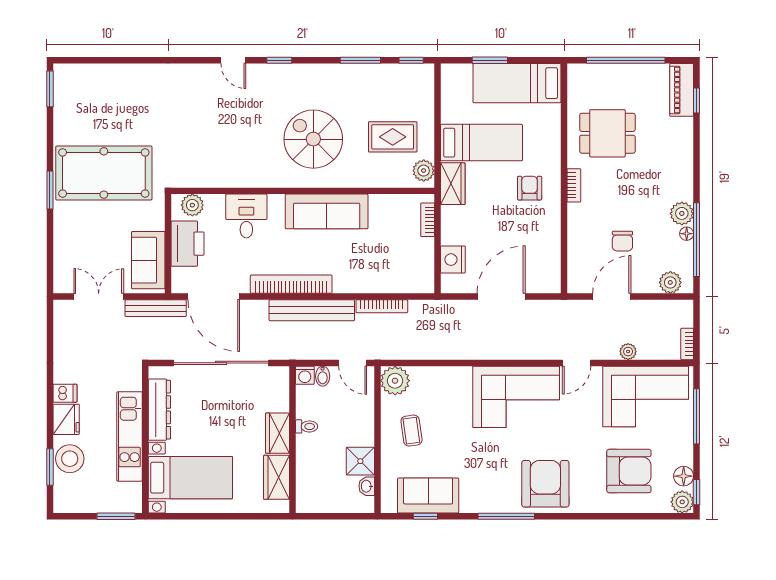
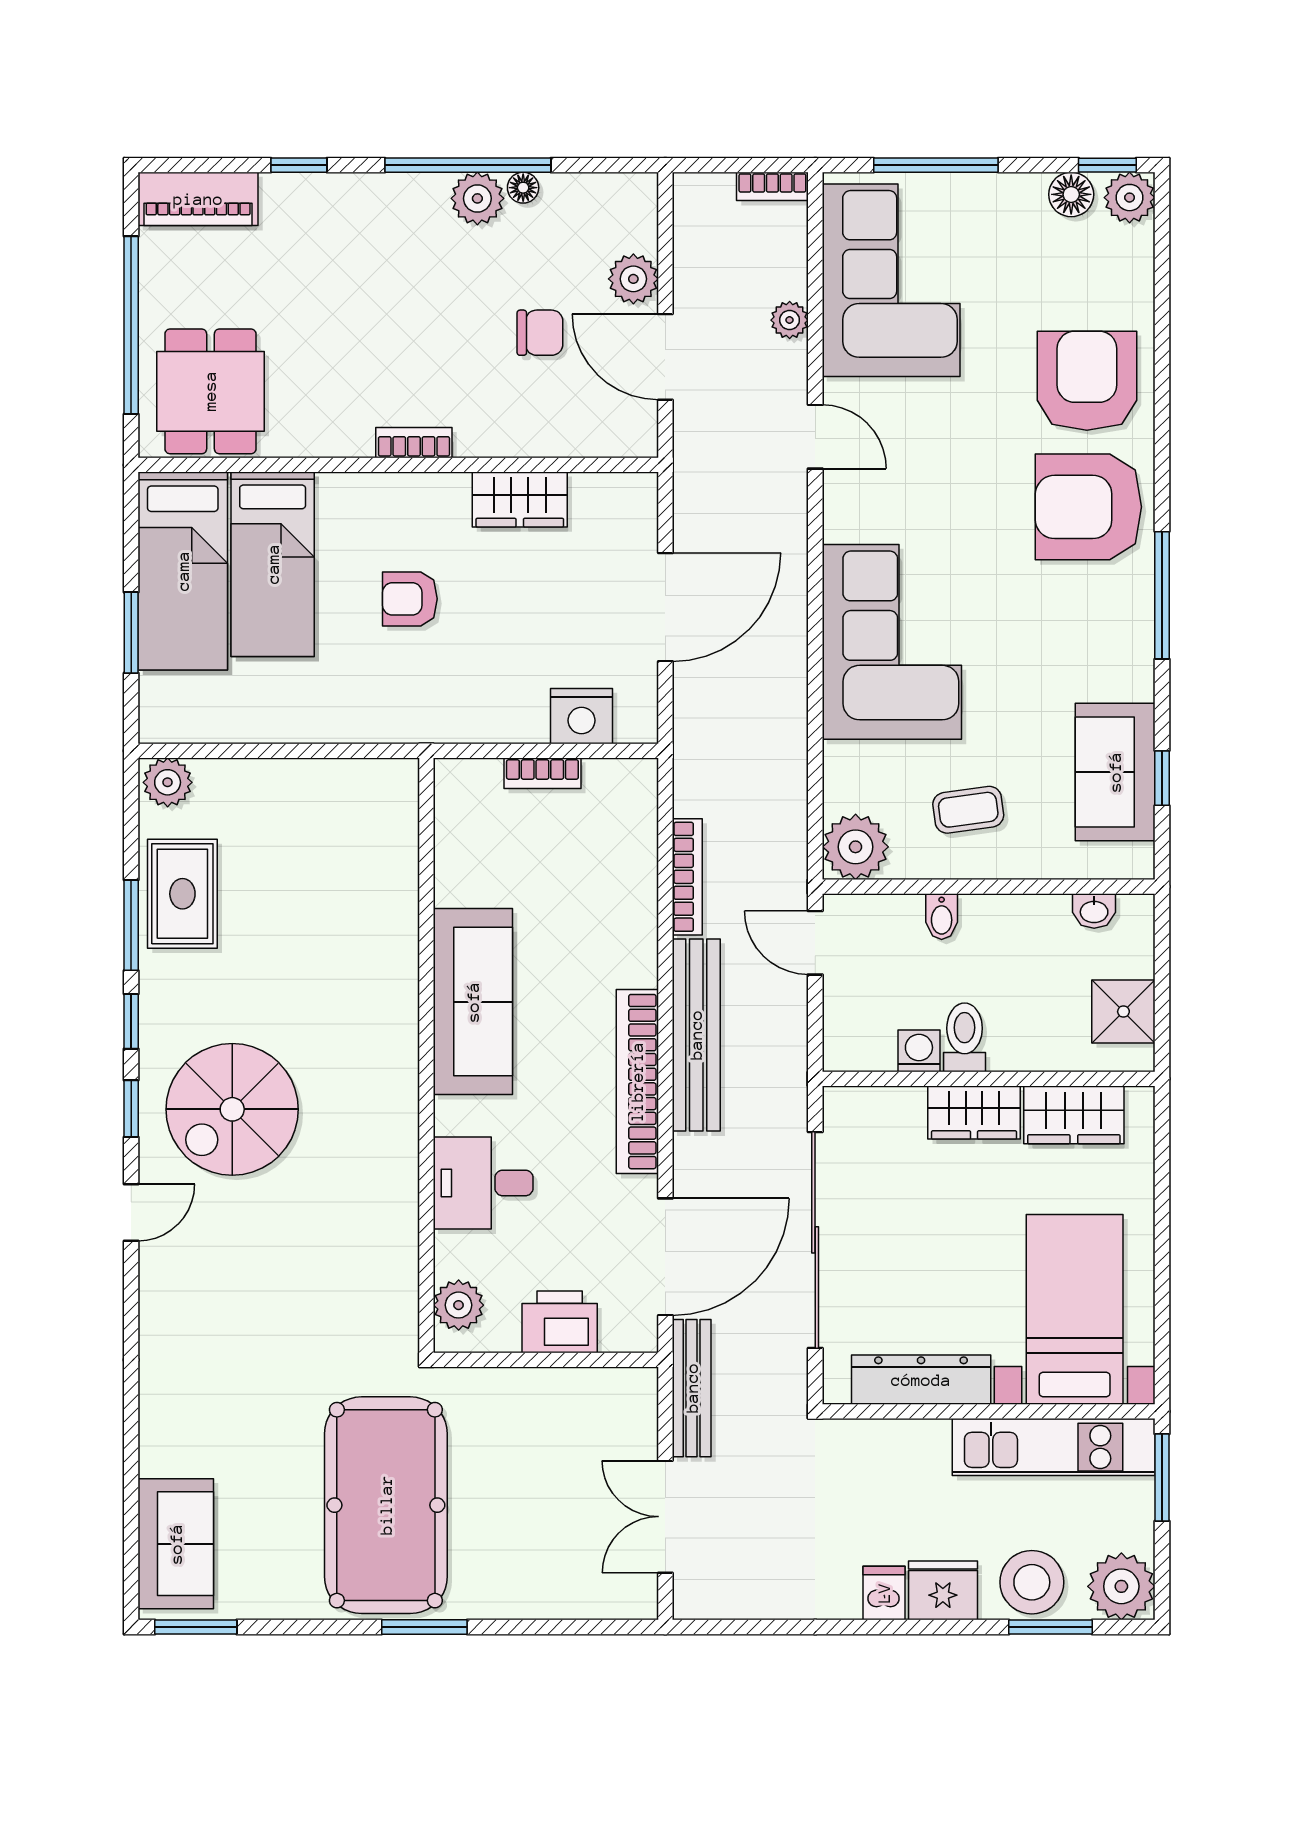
window: (411, 60) -> (131, 1021), moved
window: (697, 101) -> (299, 165), moved
dining table: (607, 133) -> (210, 391), moved
rug: (393, 137) -> (182, 894), moved
spiral stairs: (313, 139) -> (232, 1109), moved
bed: (481, 143) -> (273, 564), moved, turned 180
plant: (424, 171) -> (168, 782), moved
wardrobe: (453, 184) -> (520, 500), moved, turned 180
armchair: (530, 188) -> (410, 599), moved
bookcase: (428, 220) -> (542, 773), moved
window: (697, 240) -> (468, 165), moved
printer: (188, 244) -> (560, 1322), width x0.73, depth x0.84
sofa: (148, 260) -> (176, 1544), moved, turned -90
plant: (670, 282) -> (633, 279), moved
door: (501, 297) -> (665, 607), swing flipped
door: (353, 363) -> (815, 943), swing flipped
washing machine: (305, 375) -> (919, 1051), moved, turned -90
bidet: (323, 376) -> (942, 917), moved, turned 90
corner sofa: (516, 397) -> (892, 642), moved
toilet: (307, 426) -> (965, 1037), width x1.37, depth x1.39
kitchen unit: (130, 436) -> (1054, 1447), moved
shower: (360, 461) -> (1123, 1012), moved
armchair: (629, 471) -> (1087, 381), moved
plant: (68, 498) -> (1121, 1586), added

